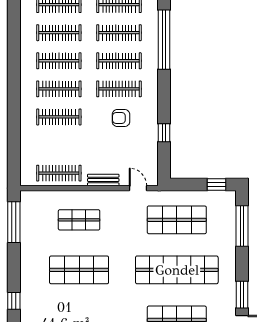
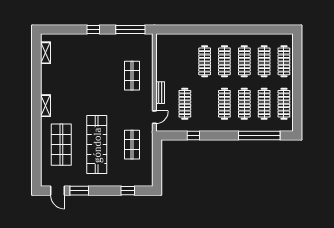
armchair: (121, 118) -> (204, 105), removed
clothes rail: (59, 173) -> (185, 104), moved
window: (217, 185) -> (157, 173), removed
shop shelf: (177, 220) -> (132, 145), width x0.70, depth x0.74
window: (242, 226) -> (128, 191), width x0.46
shop shelf: (79, 270) -> (97, 76), removed
window: (14, 301) -> (93, 30), moved

